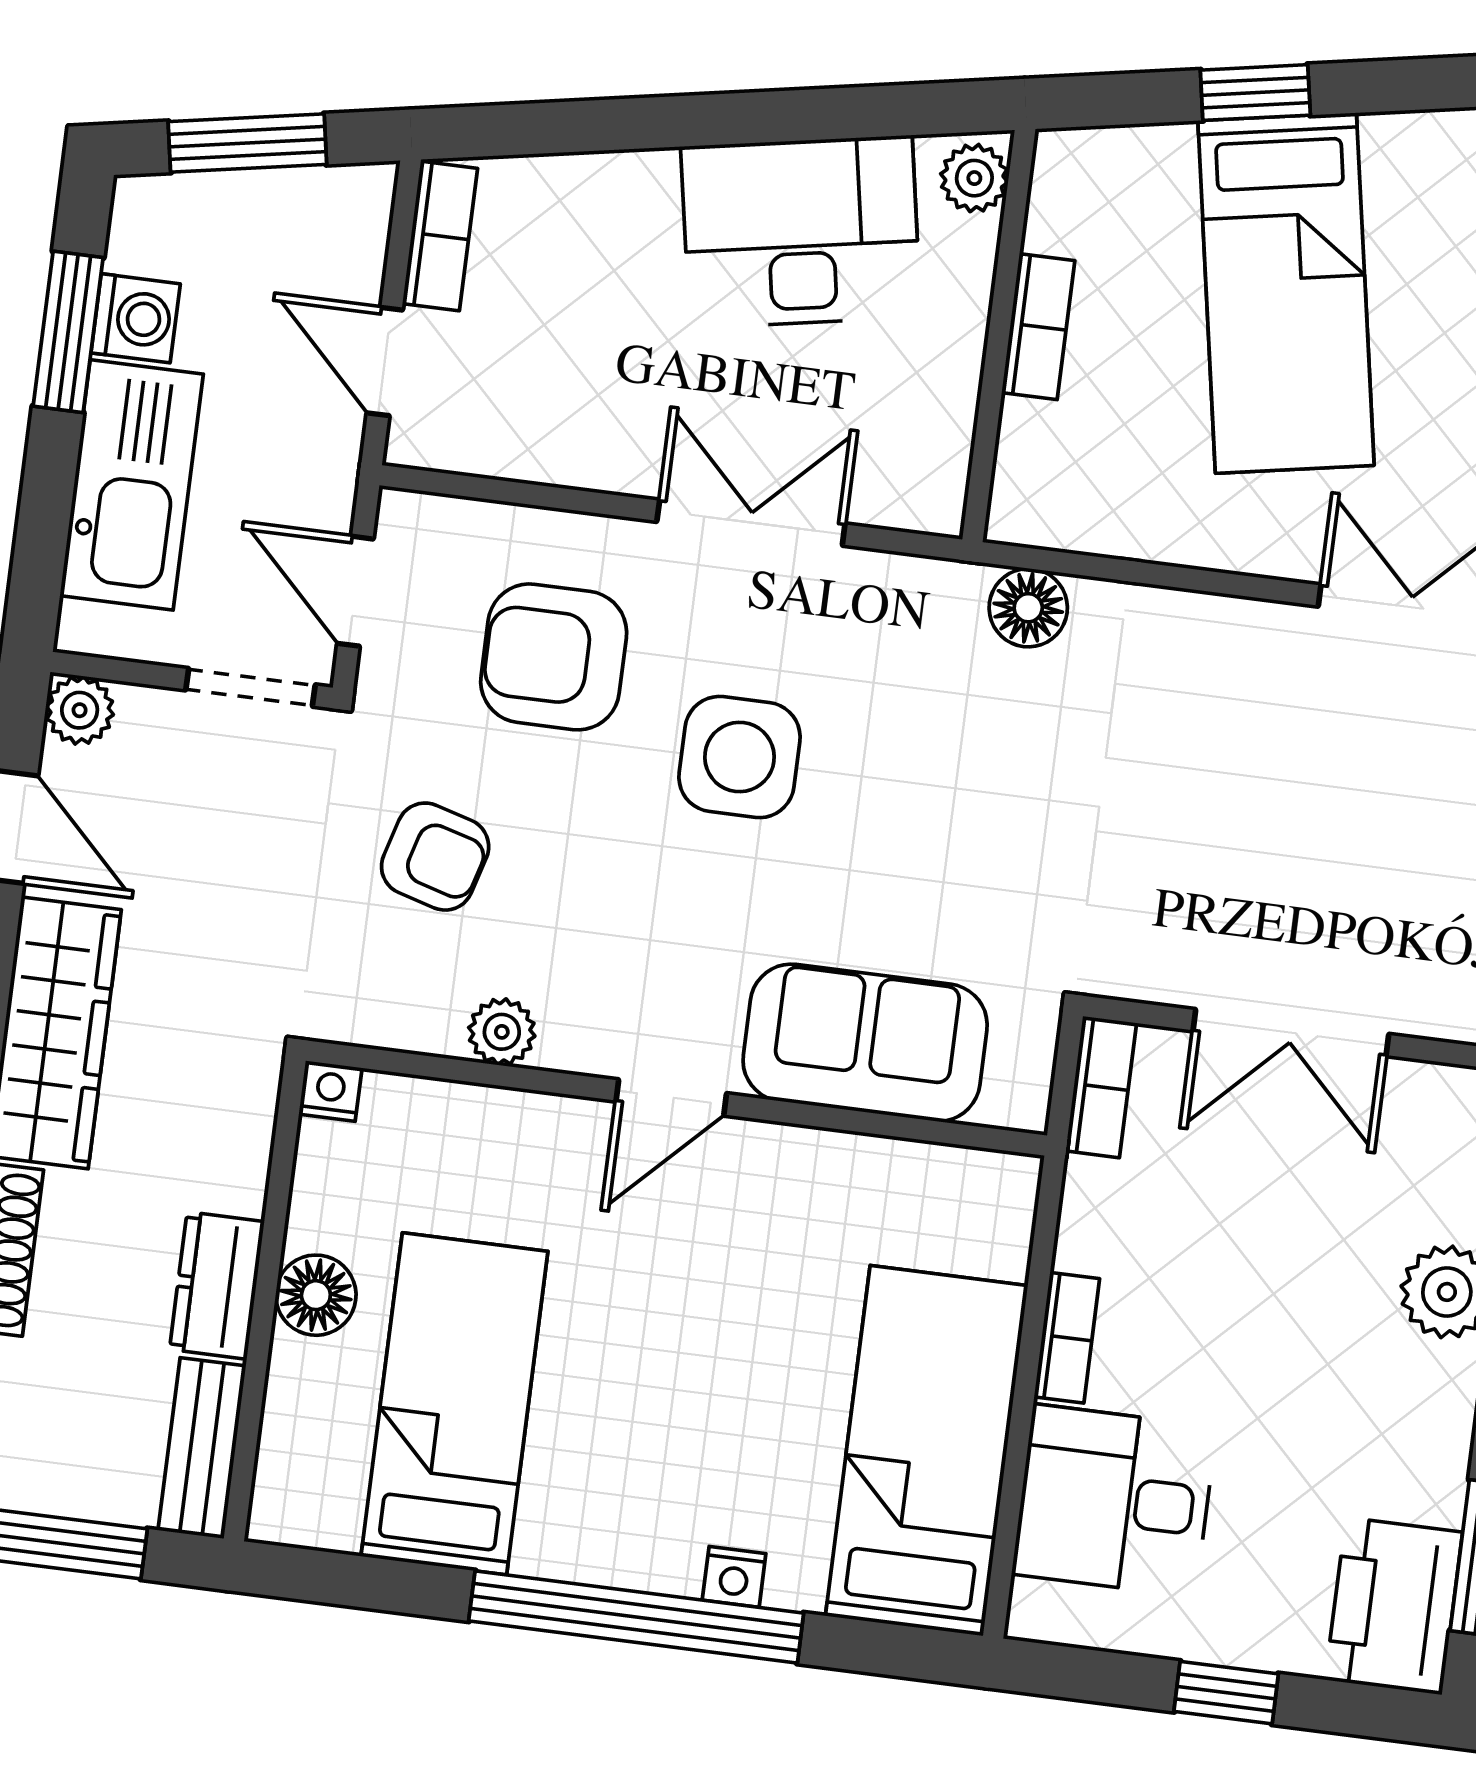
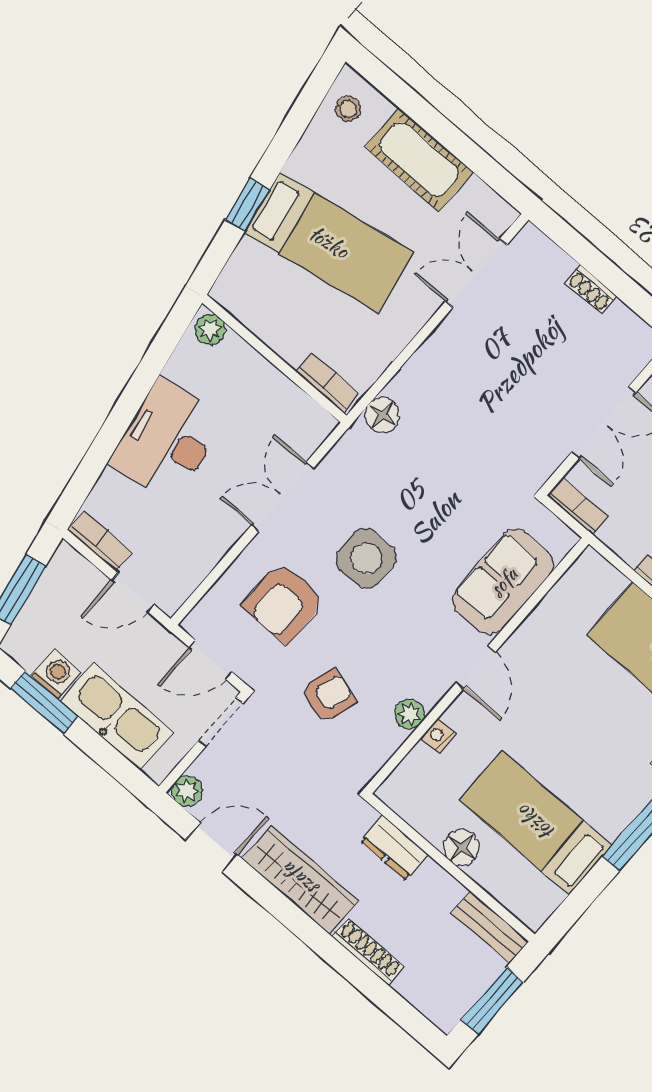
desk: (801, 232) -> (167, 440), moved
bookcase: (1038, 327) -> (327, 383), moved
nightstand: (330, 1091) -> (438, 736), moved
dresser: (217, 1285) -> (395, 848), moved

